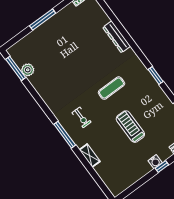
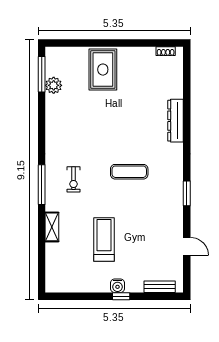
window: (43, 19) -> (110, 43), removed
rug: (50, 38) -> (103, 70), added
treadmill: (130, 127) -> (104, 240), moved

